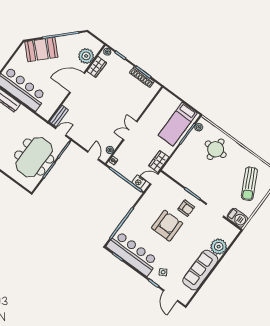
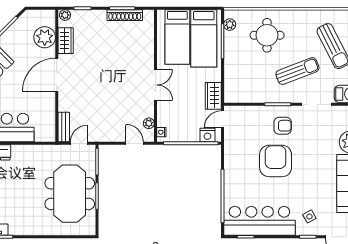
bed: (163, 112) -> (177, 37), added
double door: (130, 131) -> (156, 85), swing flipped
sun lounger: (218, 183) -> (297, 71), added

